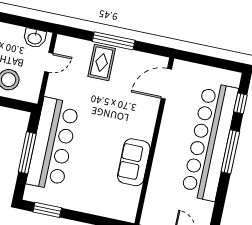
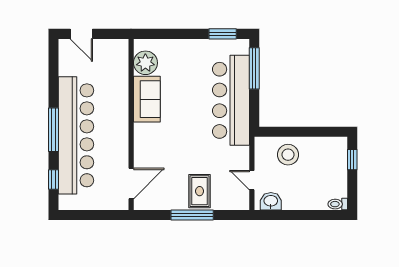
door: (49, 62) -> (252, 180), hinge flipped
window: (27, 153) -> (254, 68), moved
plant: (128, 198) -> (145, 63), added

